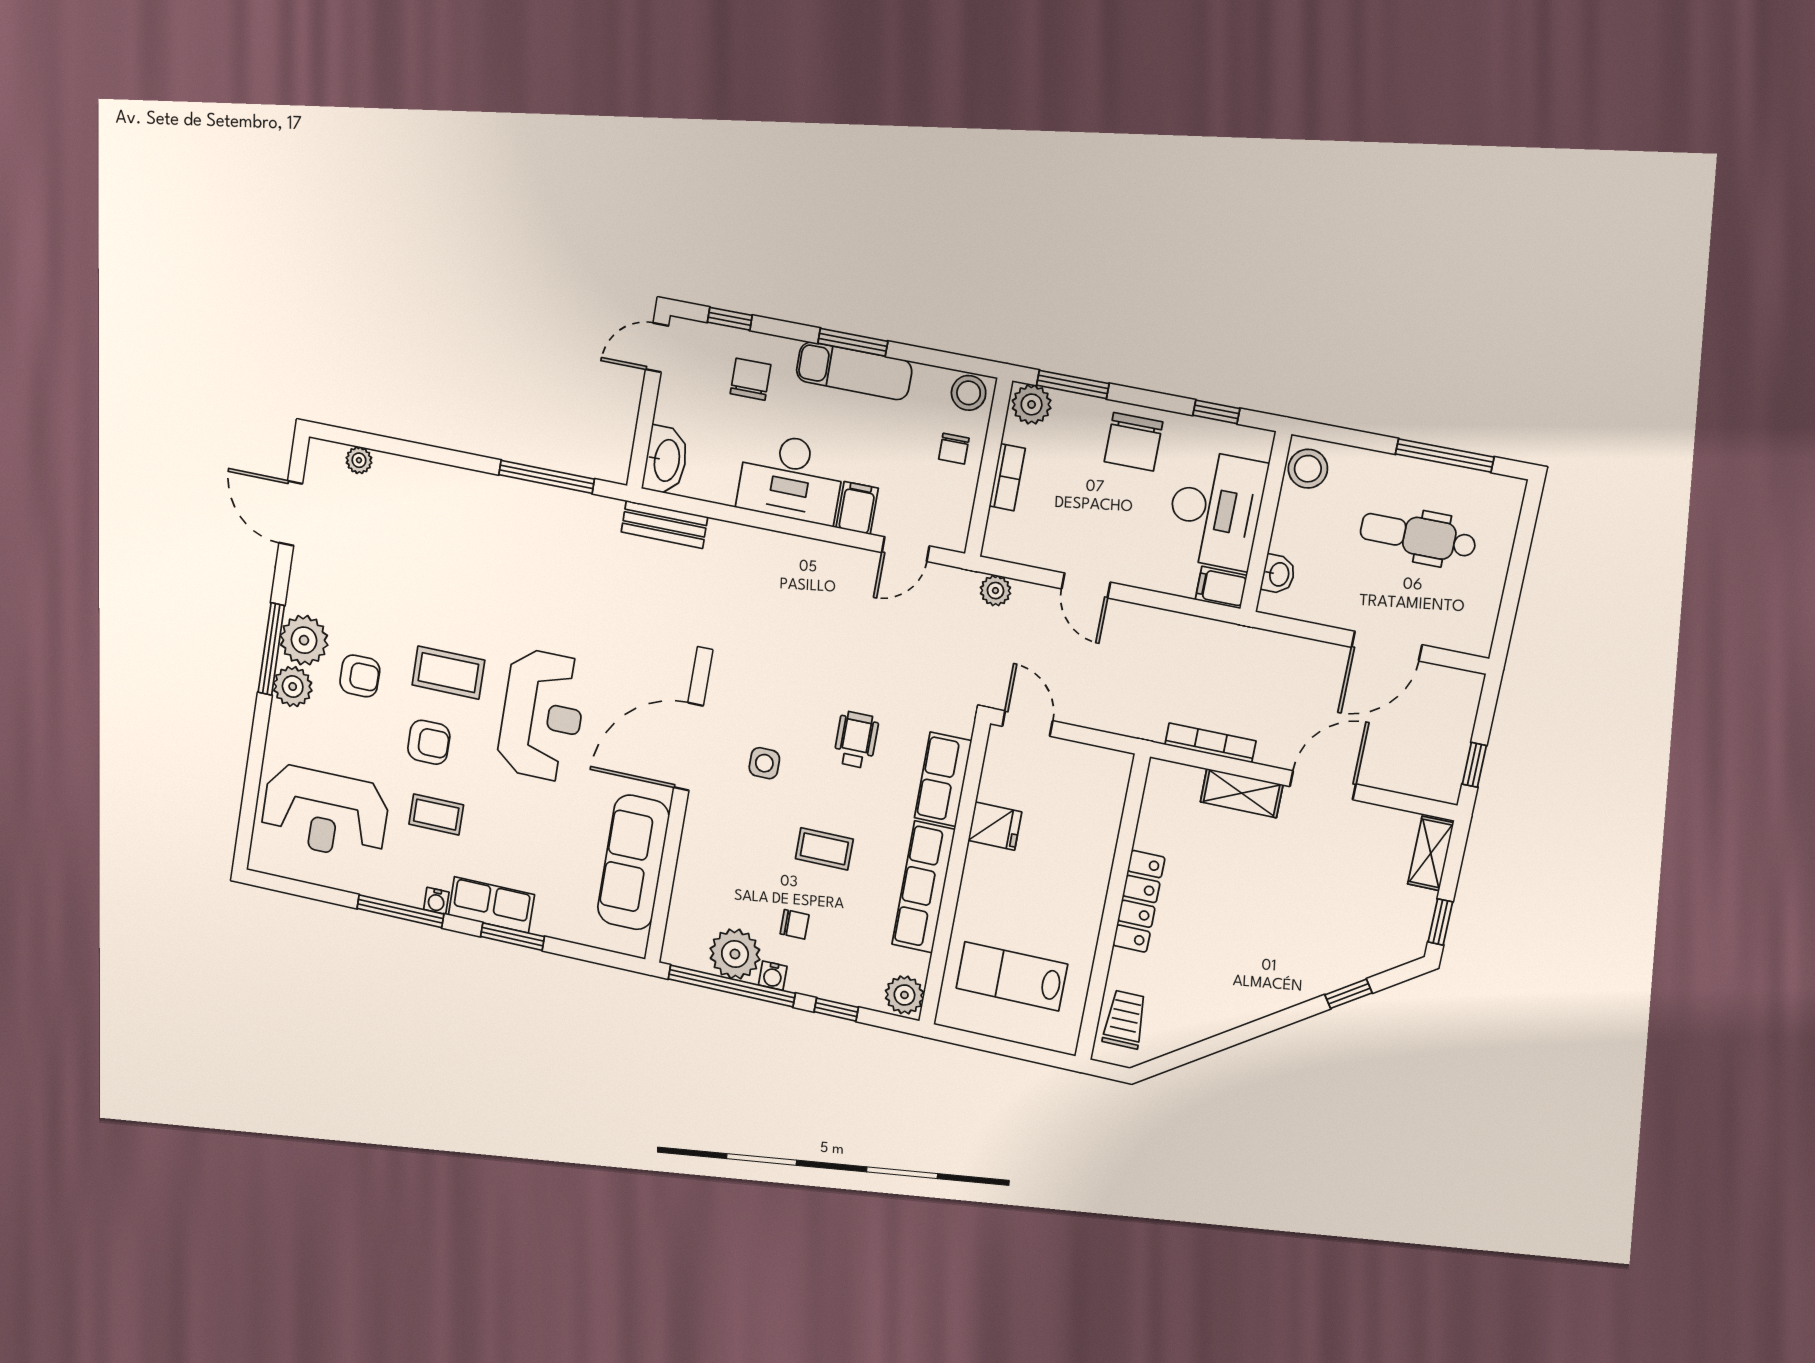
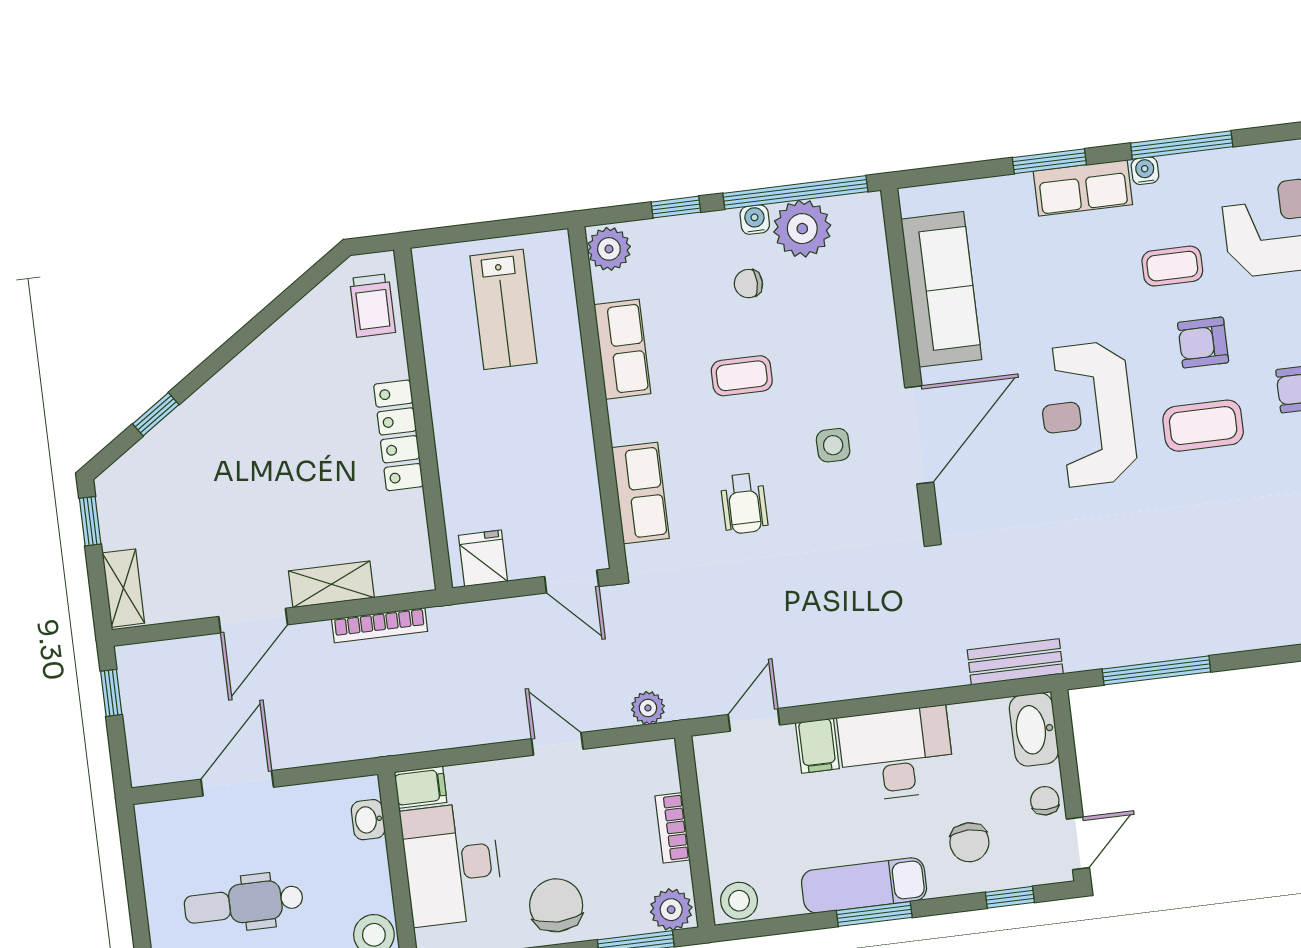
chair: (954, 449) -> (1045, 801), moved
dental chair: (1418, 536) -> (244, 903), turned 180
fridge: (995, 826) -> (483, 558), moved, turned 90
row of seats: (923, 887) -> (622, 349), width x0.68
lab bench: (1012, 976) -> (503, 309), turned 90

